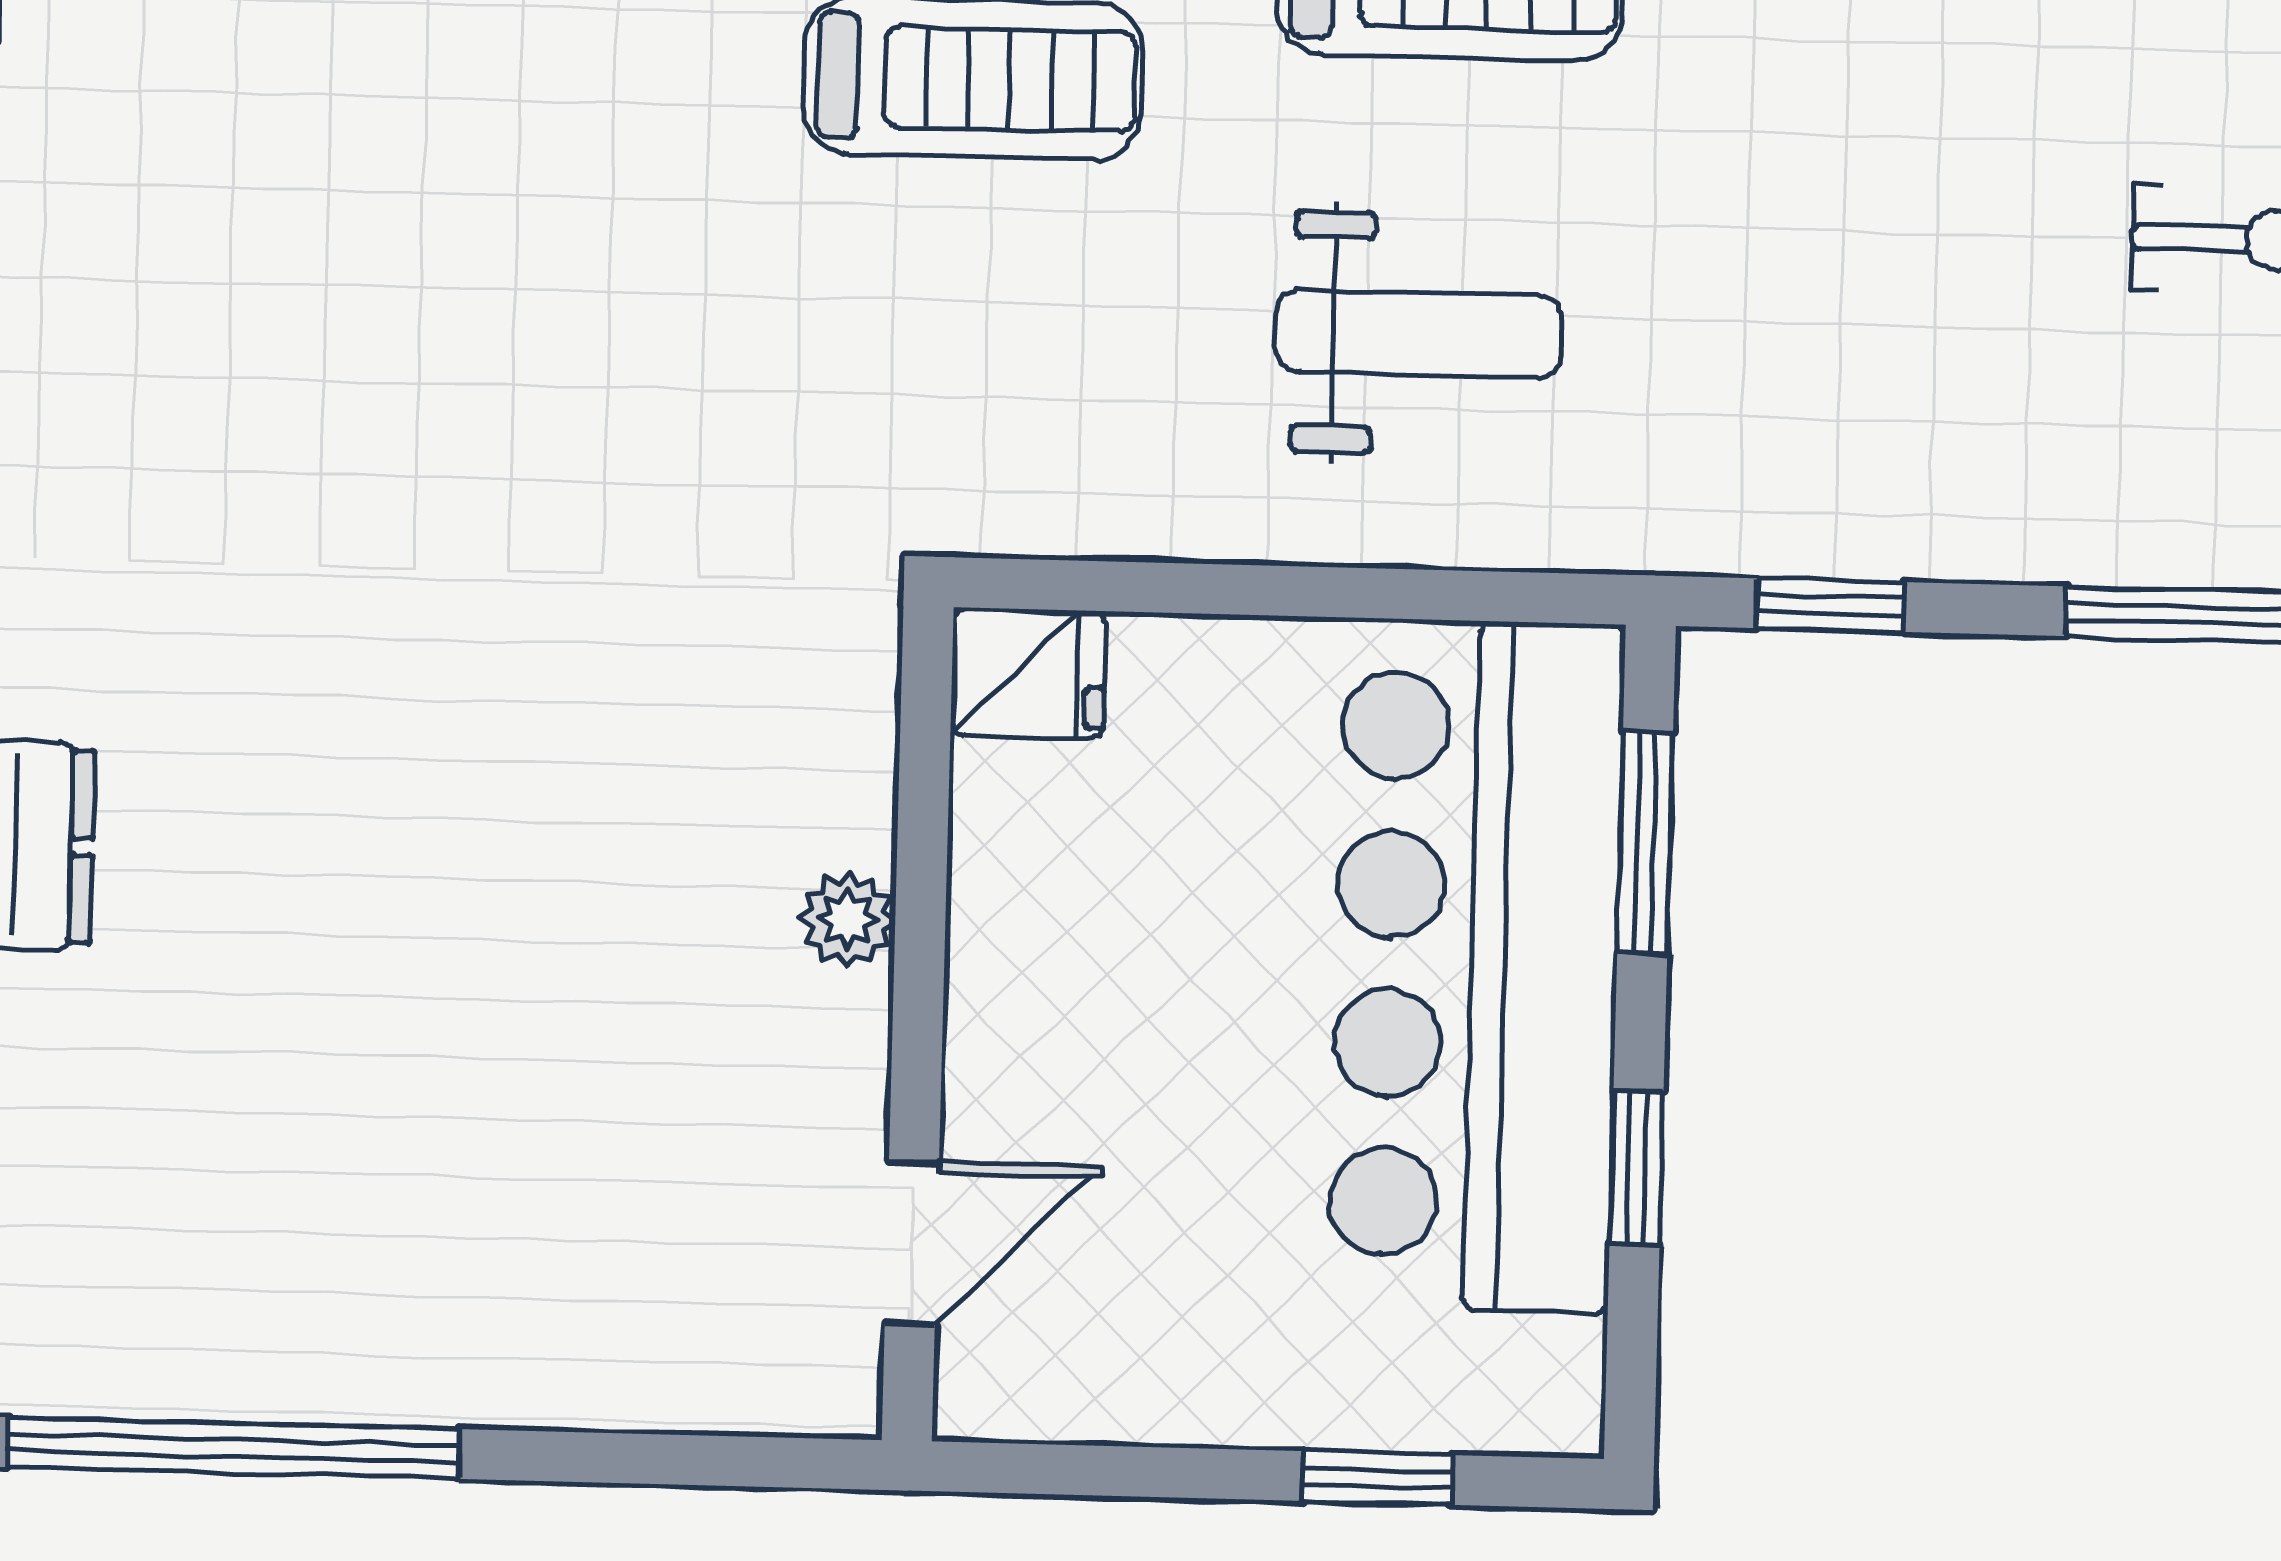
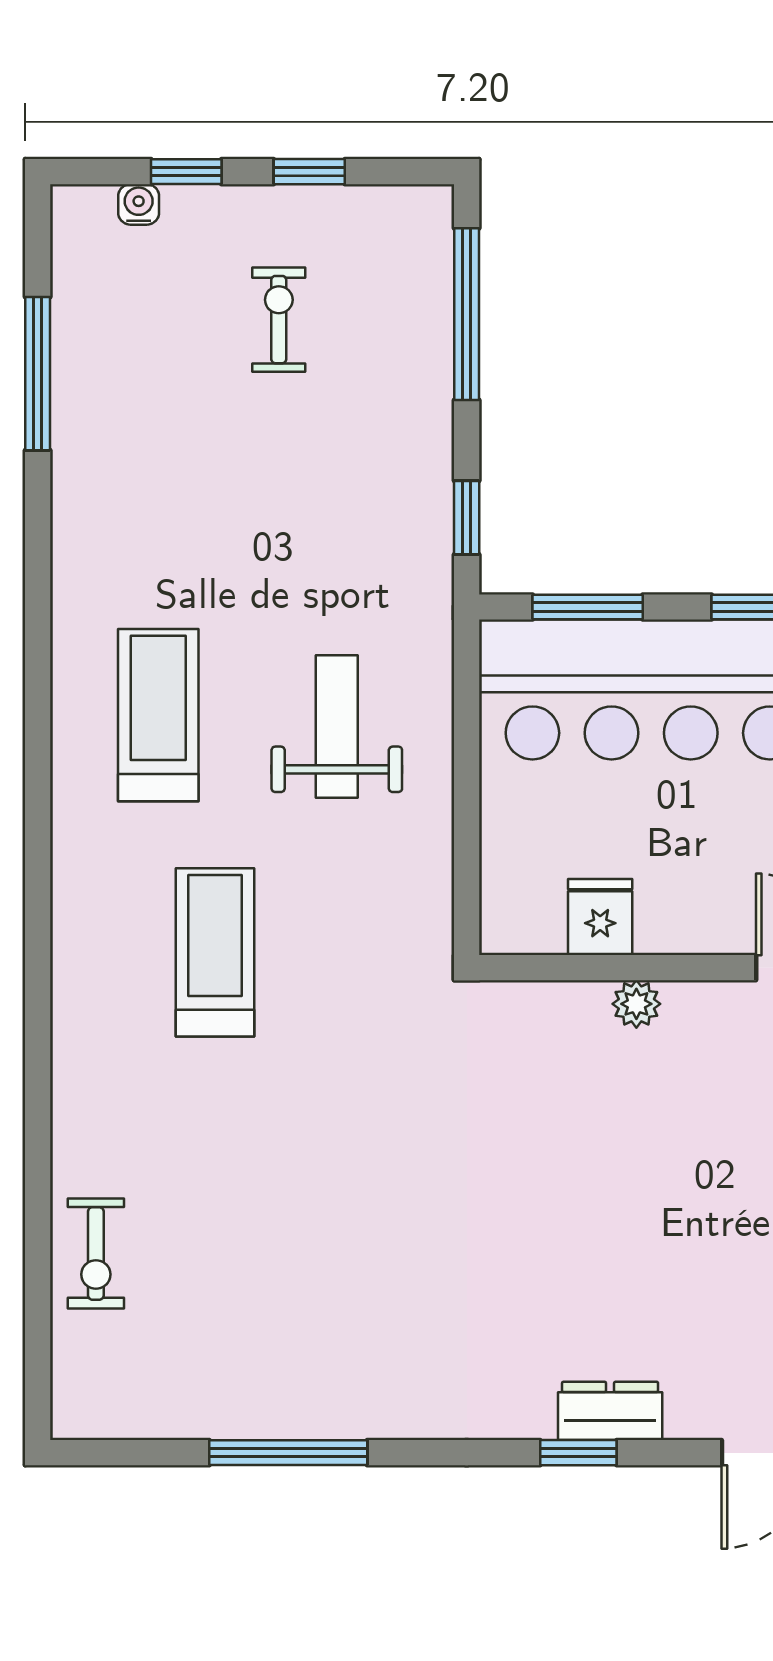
fridge: (1028, 673) -> (600, 917), moved

